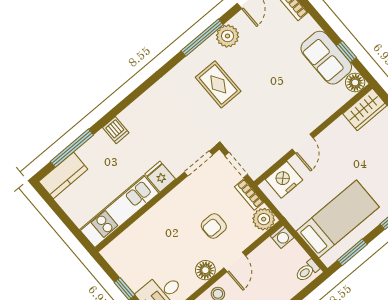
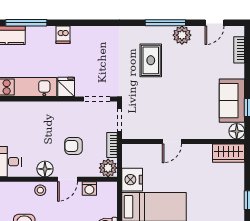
nightstand: (284, 180) -> (132, 180), moved, turned -90
washing machine: (282, 237) -> (89, 189), moved

